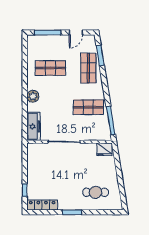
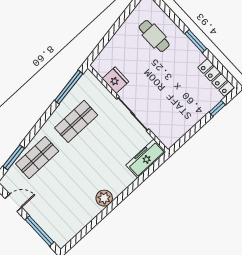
shop shelf: (50, 68) -> (72, 195), removed
plant: (33, 96) -> (104, 198), moved
shop shelf: (88, 107) -> (76, 121), turned 90
fridge: (104, 149) -> (116, 80), moved

